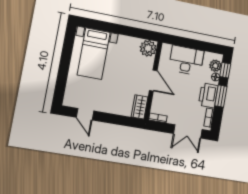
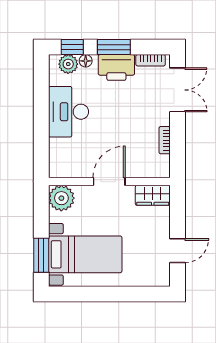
window: (98, 25) -> (41, 255), added
plant: (148, 48) -> (61, 198), moved
door: (153, 81) -> (109, 182), moved
wall: (153, 81) -> (109, 182), moved
wardrobe: (139, 107) -> (153, 195), moved

